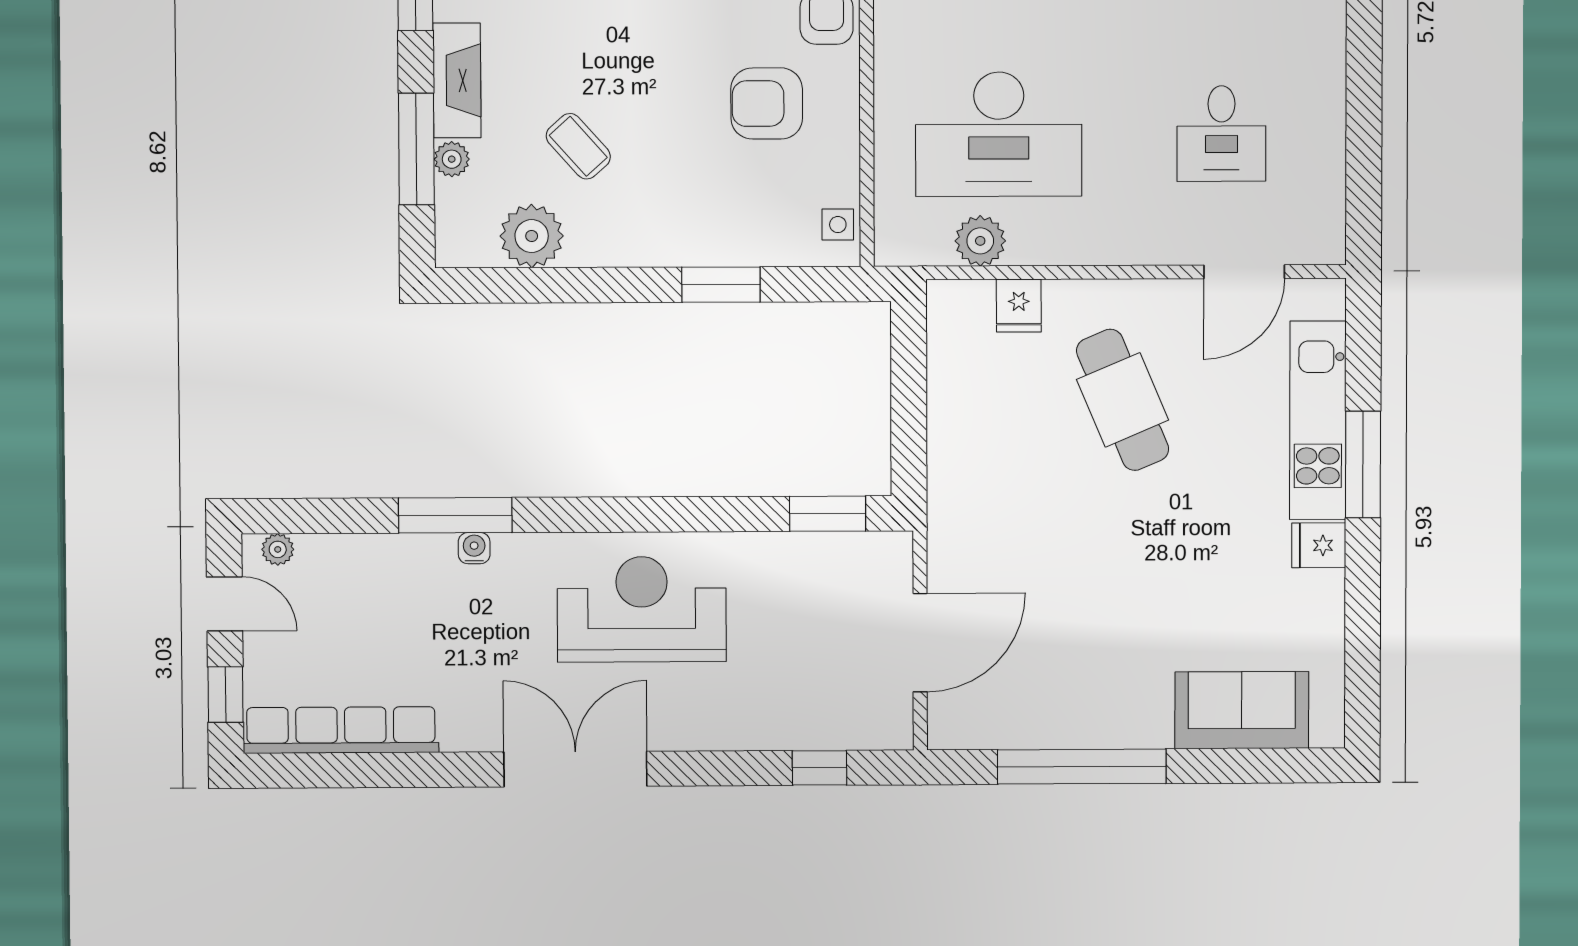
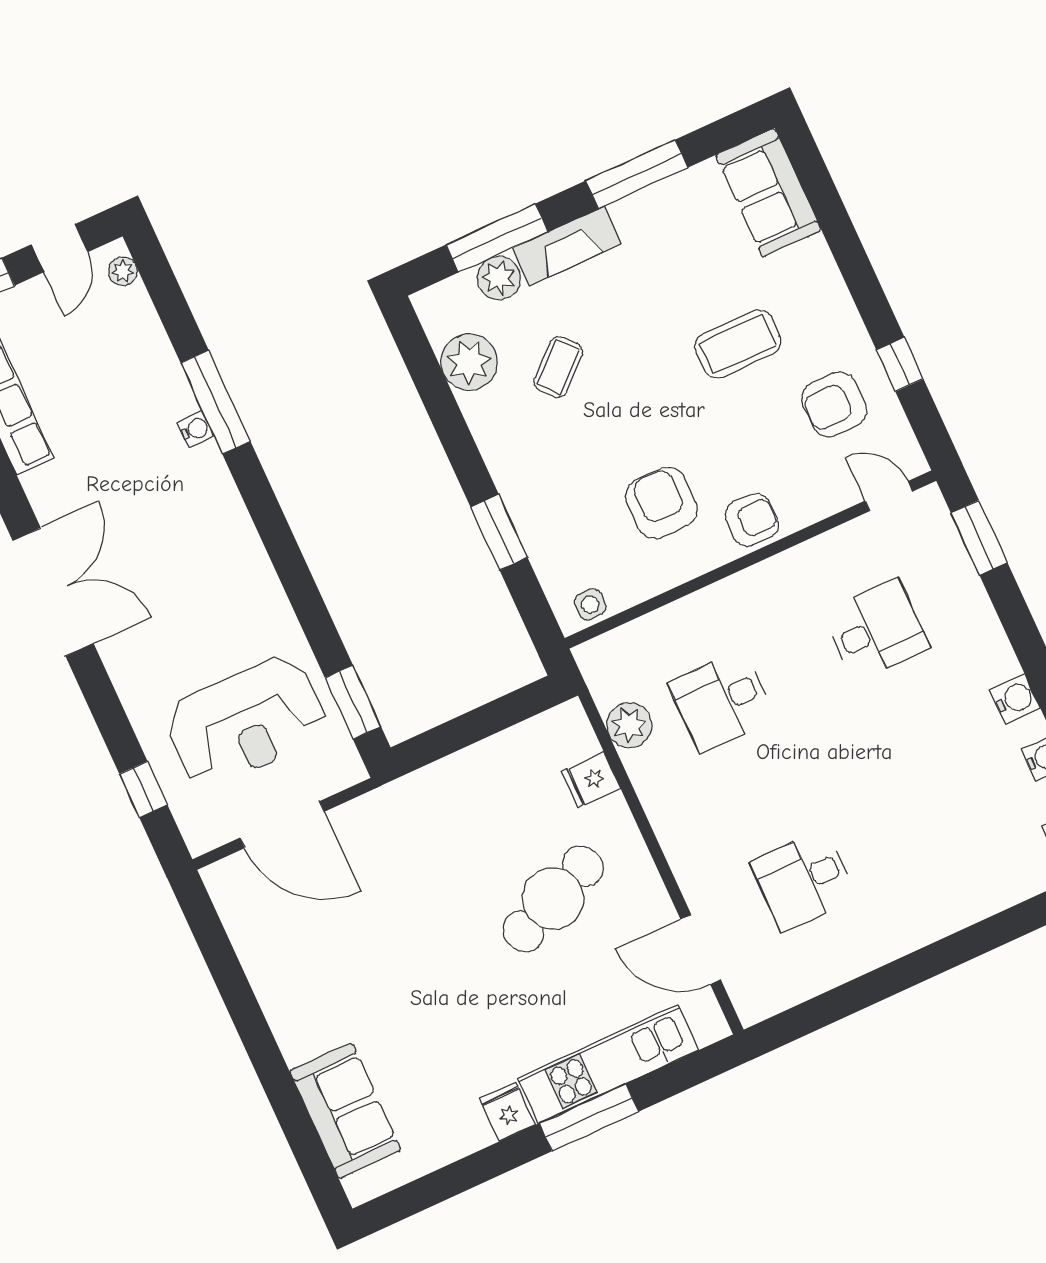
desk: (999, 134) -> (722, 701), width x0.53, depth x0.77
plant: (452, 159) -> (499, 278), width x1.38, depth x1.38
reception desk: (642, 609) -> (246, 722), moved, turned 90
window: (1082, 767) -> (241, 1002), removed

